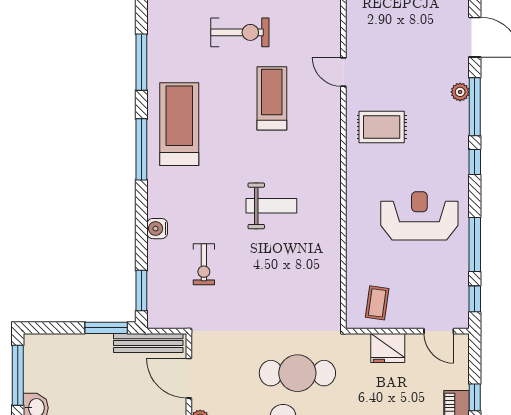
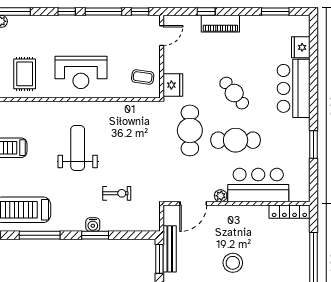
window: (475, 162) -> (67, 11), moved
weight bench: (271, 206) -> (78, 148), width x1.36, depth x1.33
reception desk: (419, 216) -> (81, 72), moved, turned -90
window: (141, 291) -> (95, 235), moved
bench: (148, 343) -> (170, 249), moved
fridge: (388, 348) -> (173, 85), moved

